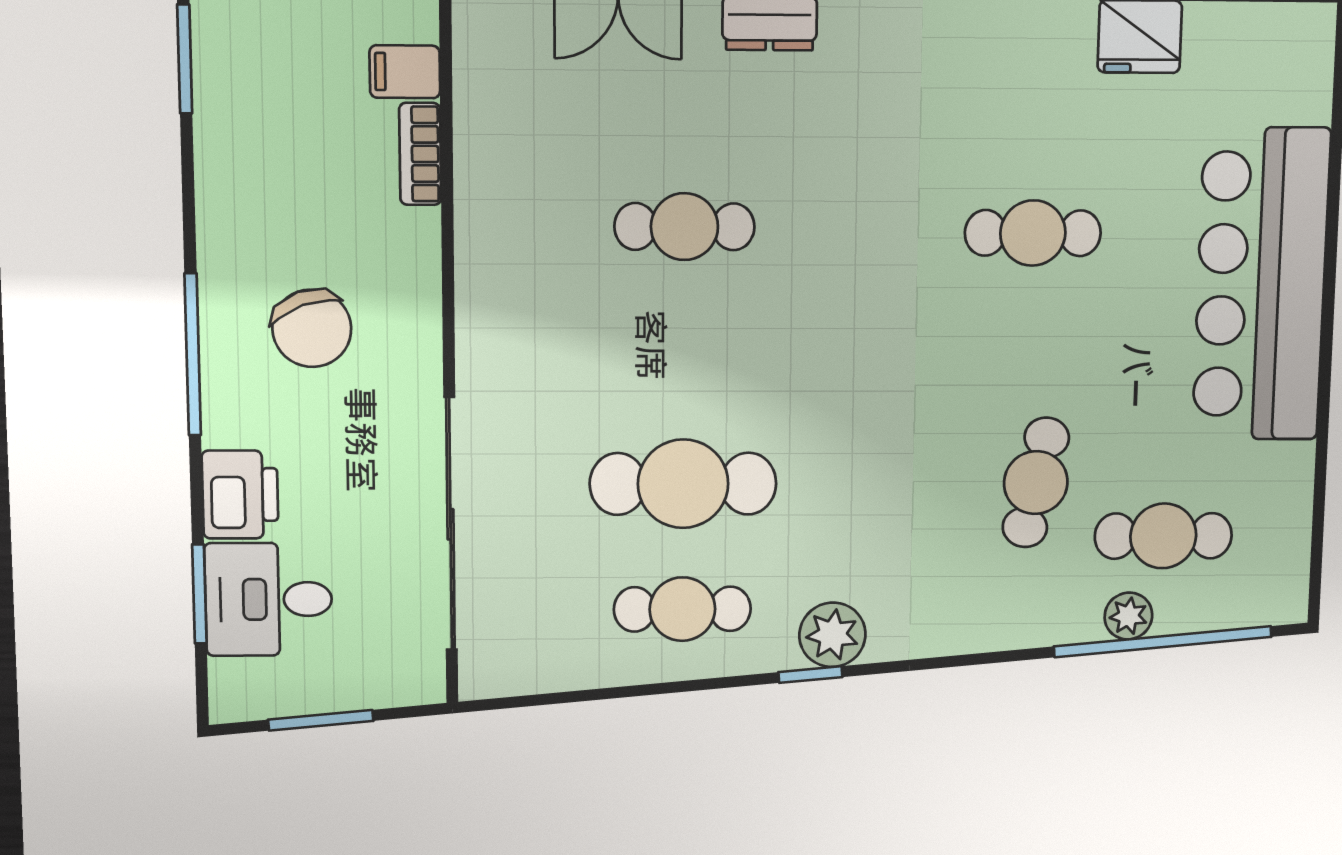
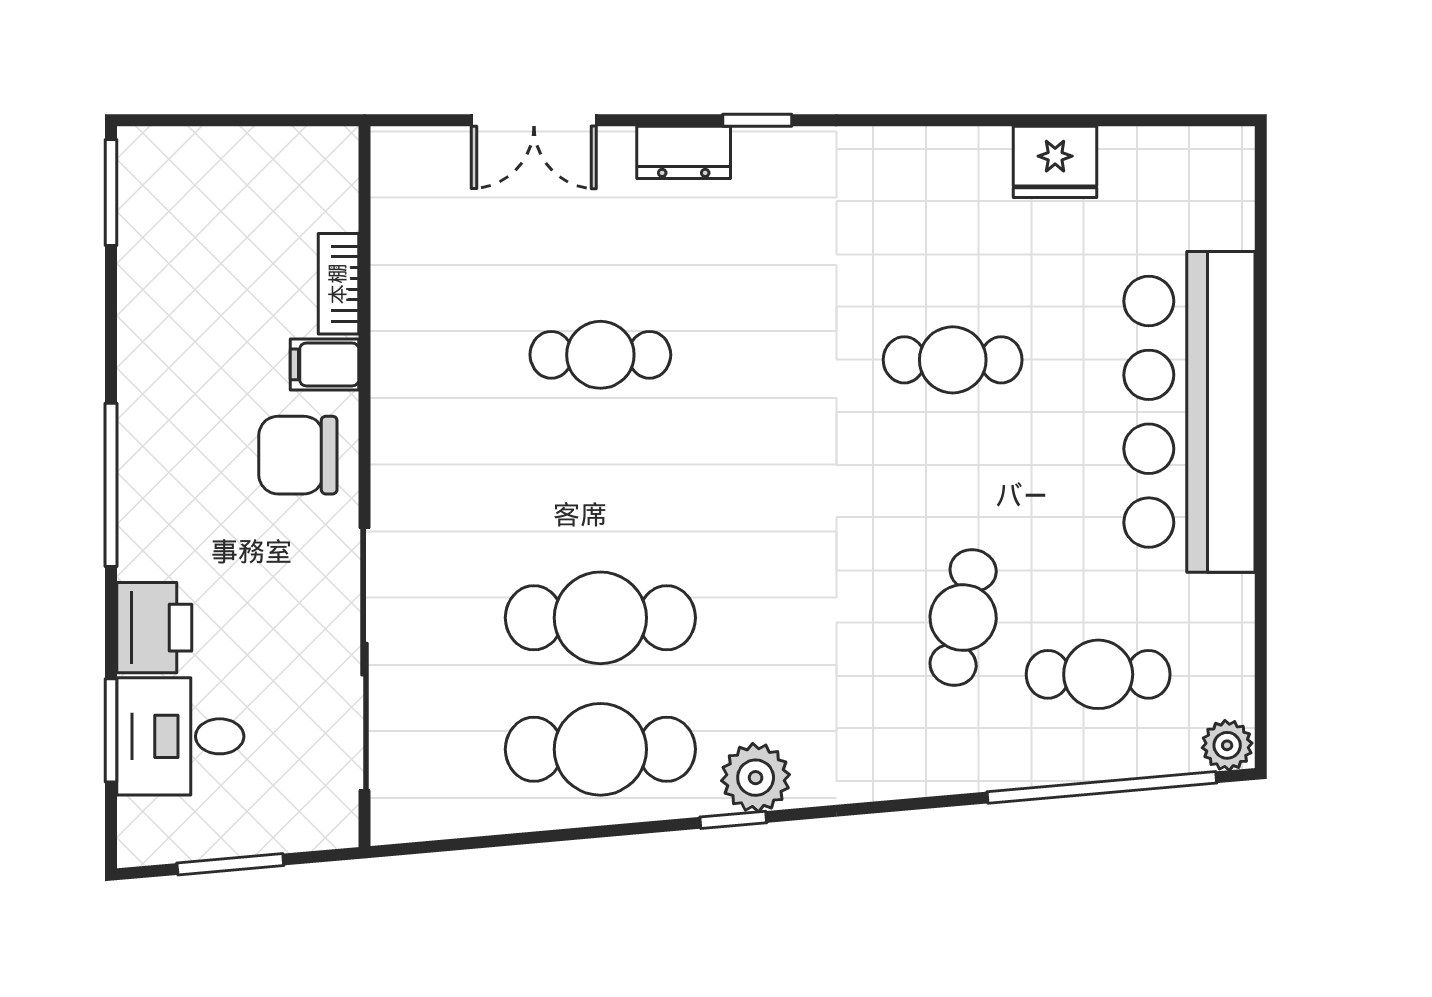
filing cabinet: (405, 72) -> (324, 364), moved
chair: (312, 328) -> (298, 455), moved, turned 110
cafe table: (682, 609) -> (600, 749), width x1.37, depth x1.35
plant: (1128, 616) -> (1227, 745), moved

